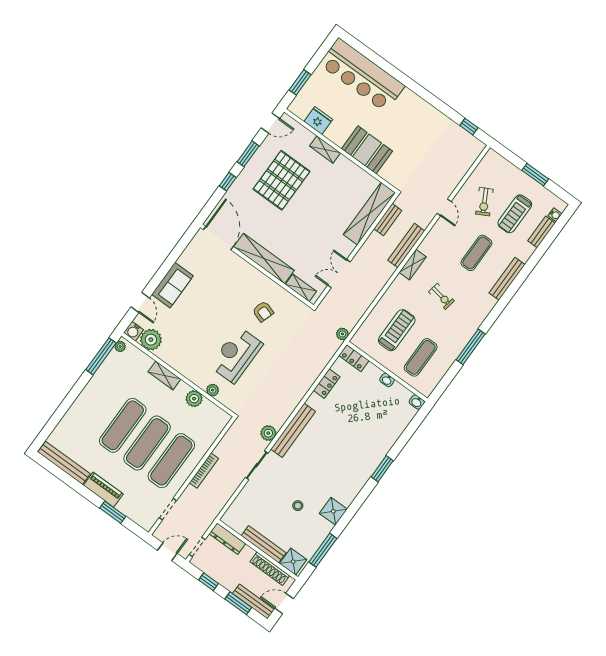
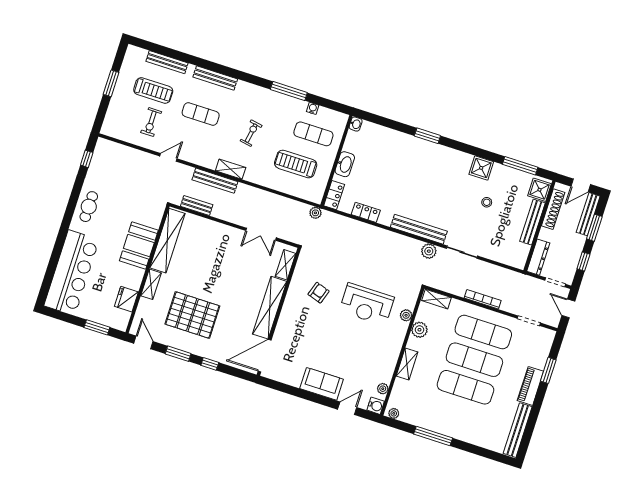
cafe table: (421, 113) -> (89, 207), added
exercise bike: (484, 202) -> (151, 122), turned 118
shelving: (369, 214) -> (167, 241), moved, turned 90
water cooler: (555, 215) -> (313, 108), moved
bench: (542, 232) -> (167, 62), width x1.36
plant: (151, 340) -> (383, 389), width x0.53, depth x0.53
window: (101, 356) -> (433, 436), moved
washbasin: (387, 380) -> (345, 164), width x1.91, depth x1.45
shelving: (219, 425) -> (436, 299), added
door: (284, 603) -> (581, 185), hinge flipped

